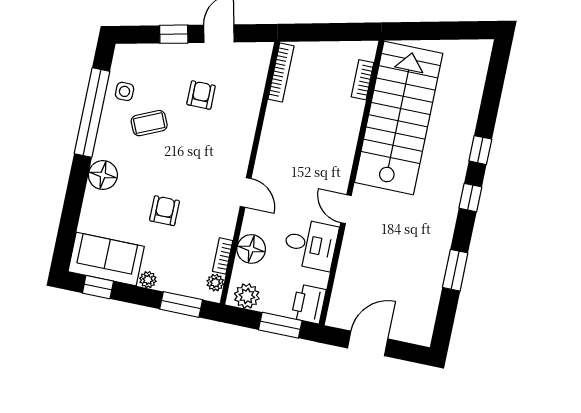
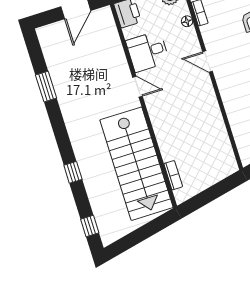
bookcase: (281, 73) -> (228, 151), removed
window: (470, 198) -> (90, 226), moved
floor lamp: (251, 249) -> (187, 21), width x0.53, depth x0.53

